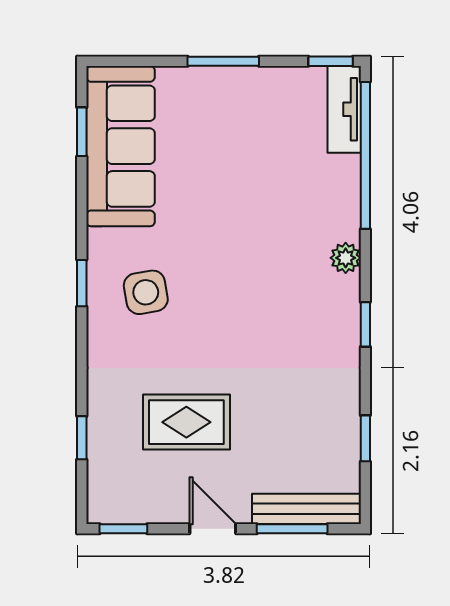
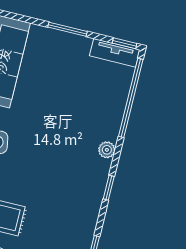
tv unit: (344, 109) -> (115, 53), moved, turned -90

